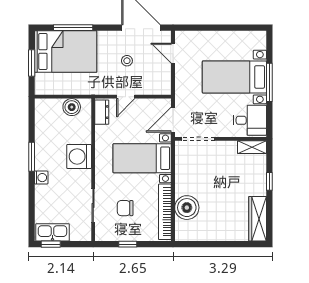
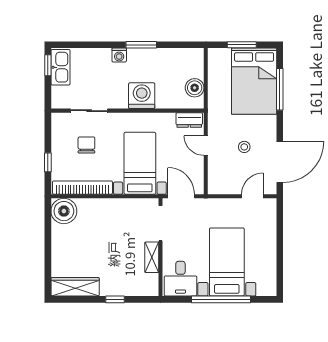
window: (269, 82) -> (221, 299), width x1.46
shelving: (252, 147) -> (152, 257), moved
boiler: (187, 208) -> (64, 211), moved
window: (128, 244) -> (48, 162), moved

